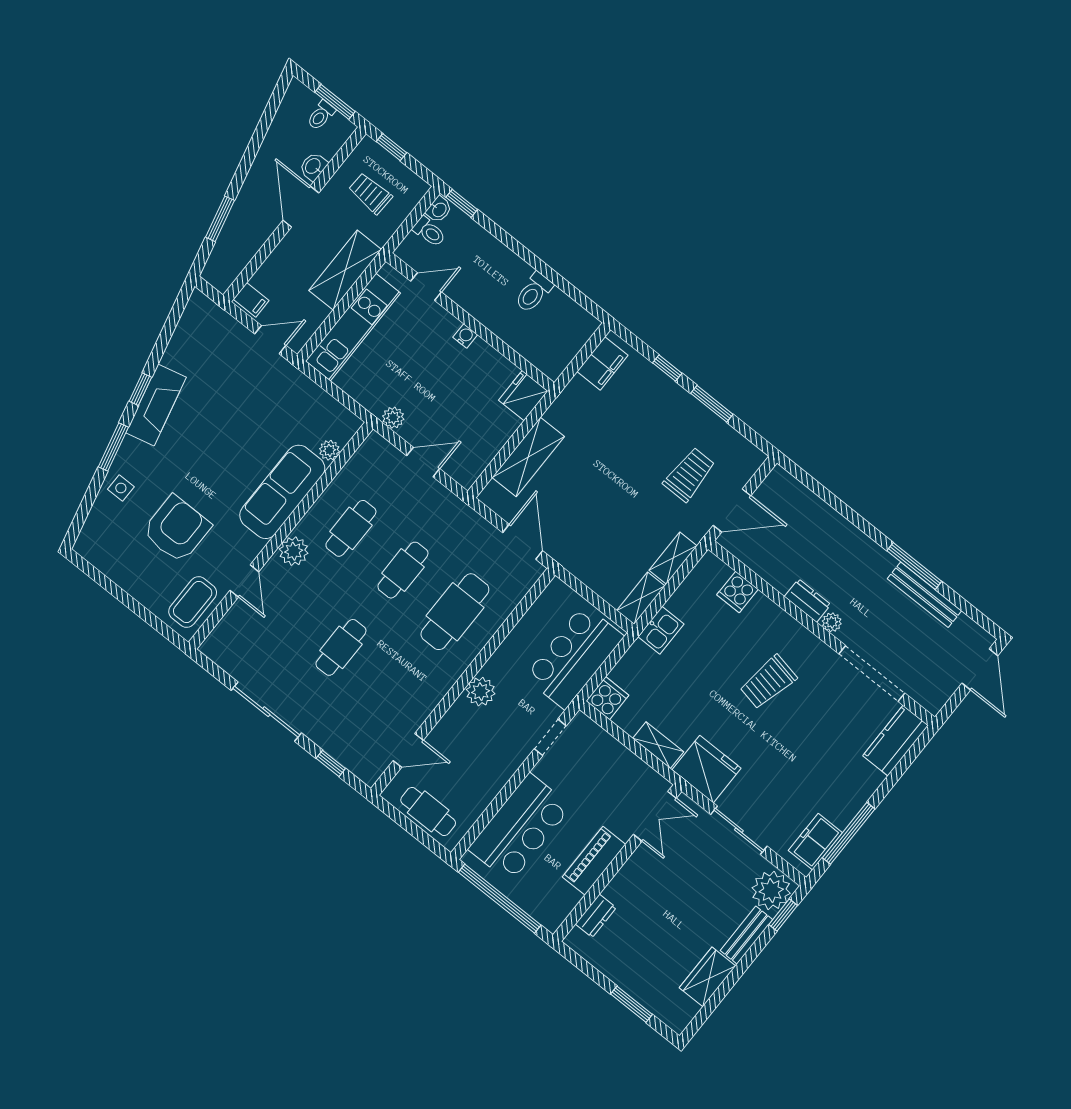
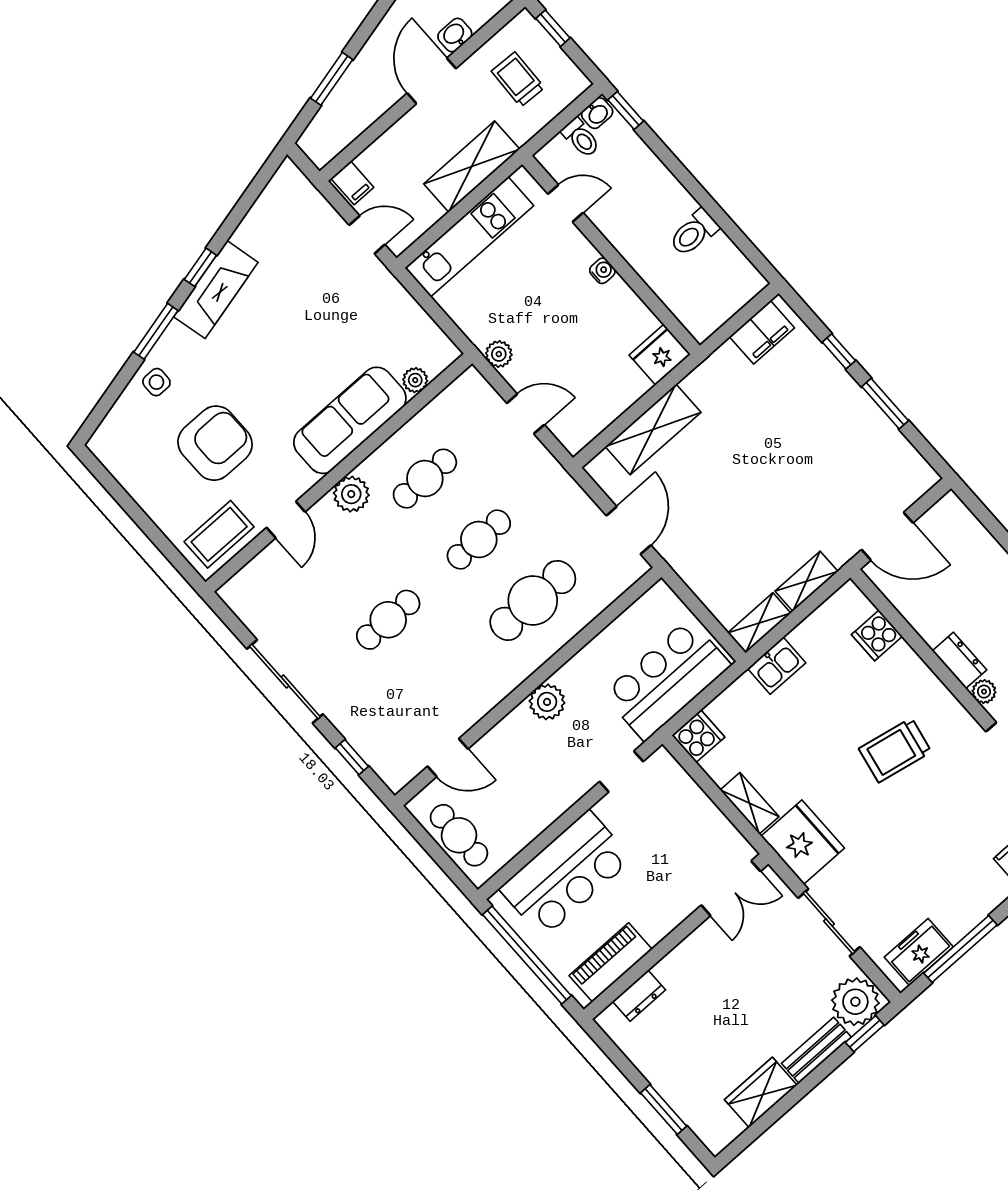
trolley: (689, 475) -> (843, 484), removed
piano: (594, 861) -> (611, 962), moved

